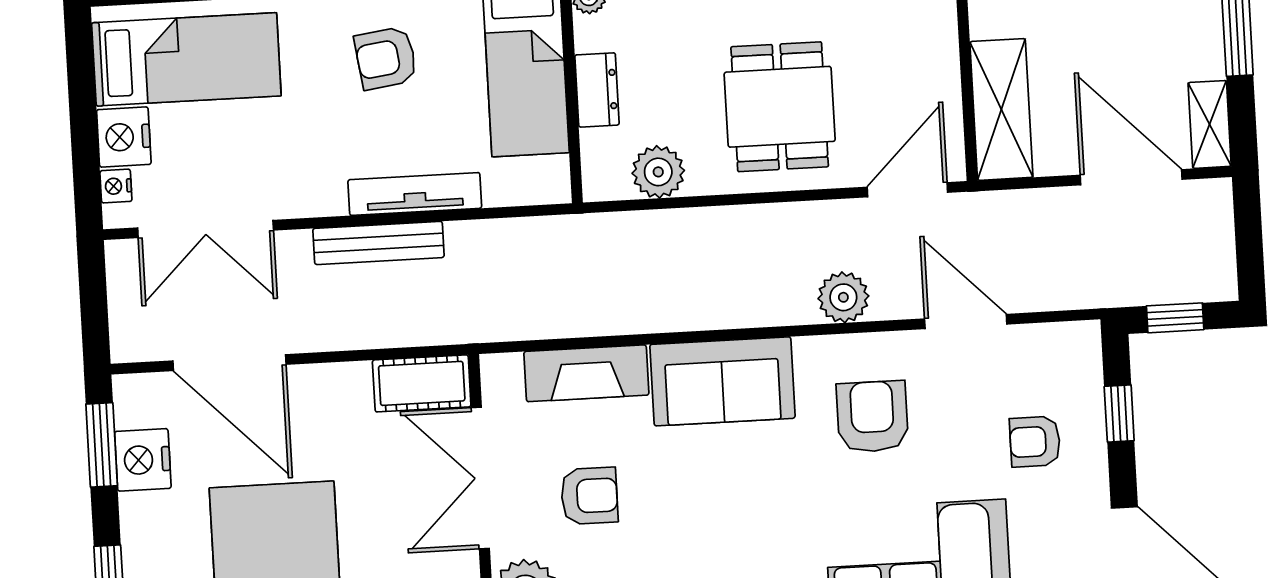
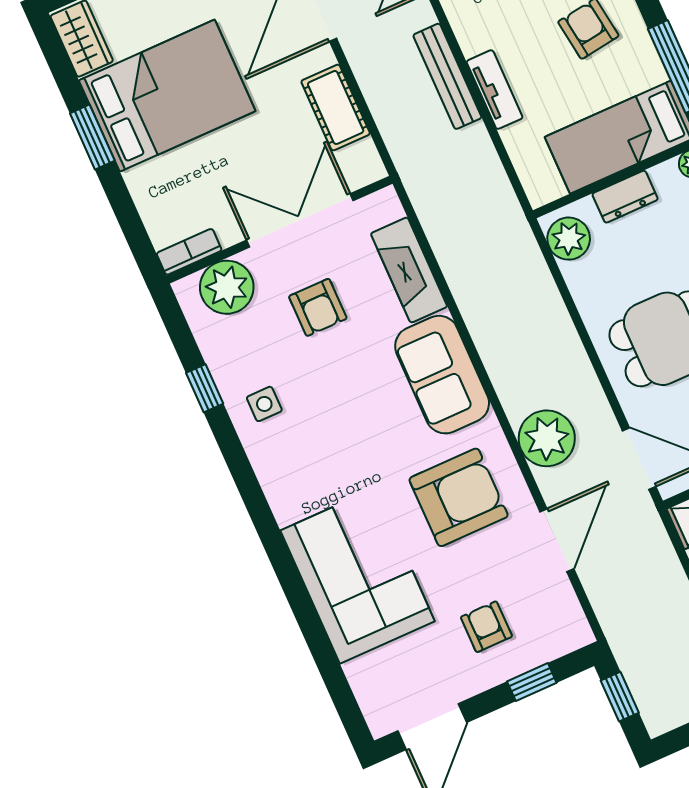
plant: (658, 172) -> (569, 239), moved
tv unit: (415, 194) -> (495, 90), width x0.71
plant: (843, 297) -> (547, 438), width x1.36, depth x1.36
cot: (422, 383) -> (336, 108), moved
armchair: (872, 417) -> (459, 497), width x1.36, depth x1.36

